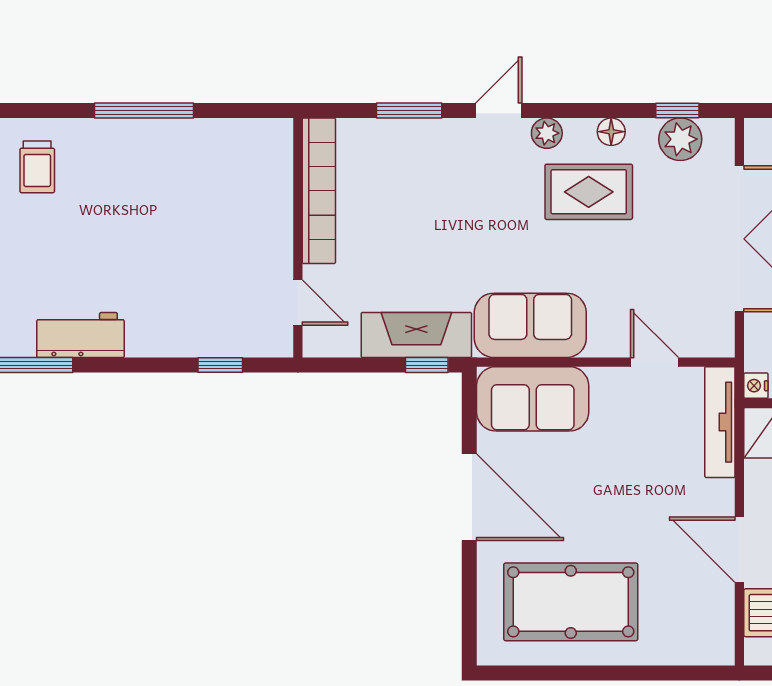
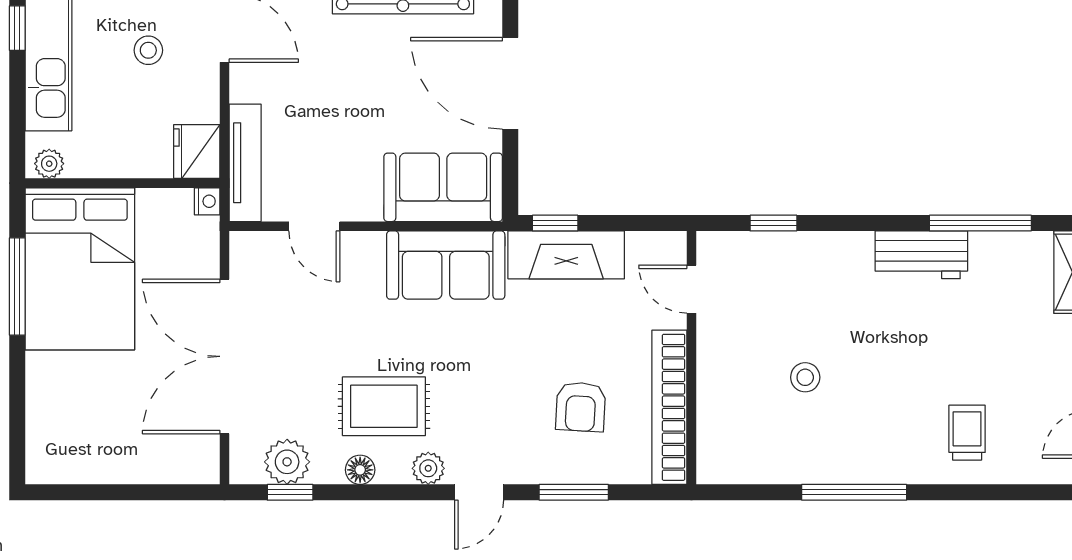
armchair: (403, 191) -> (581, 407), added
stool: (190, 219) -> (805, 377), added

